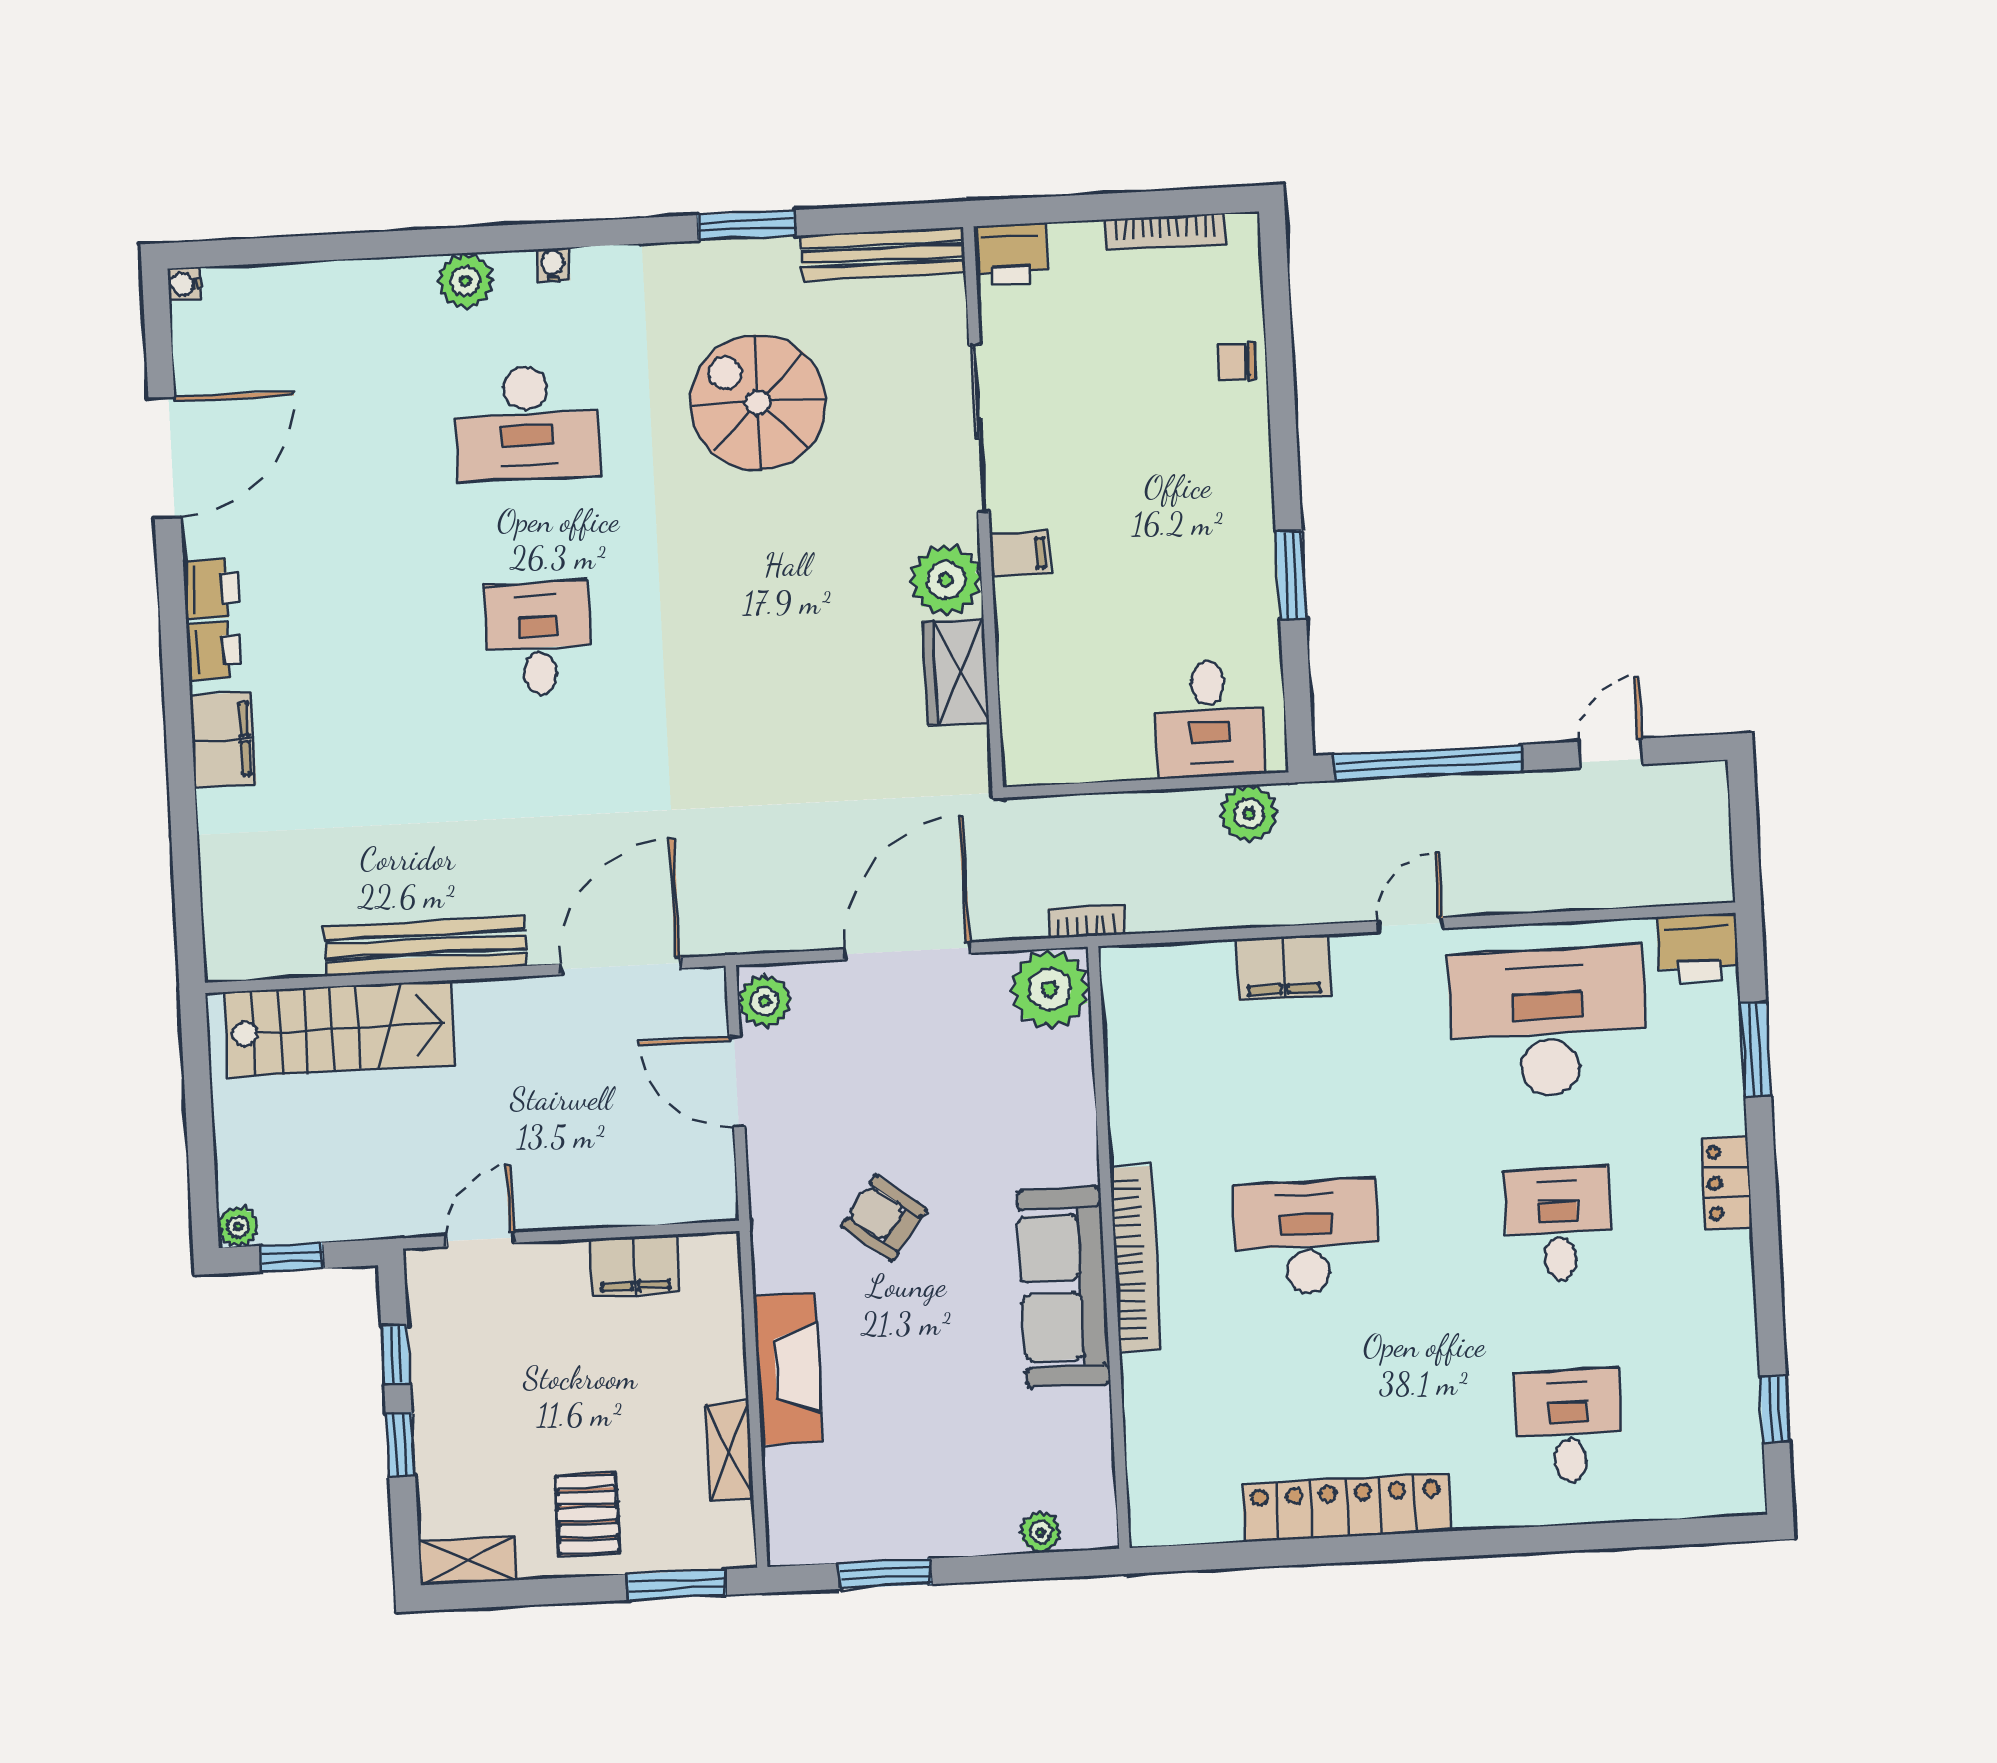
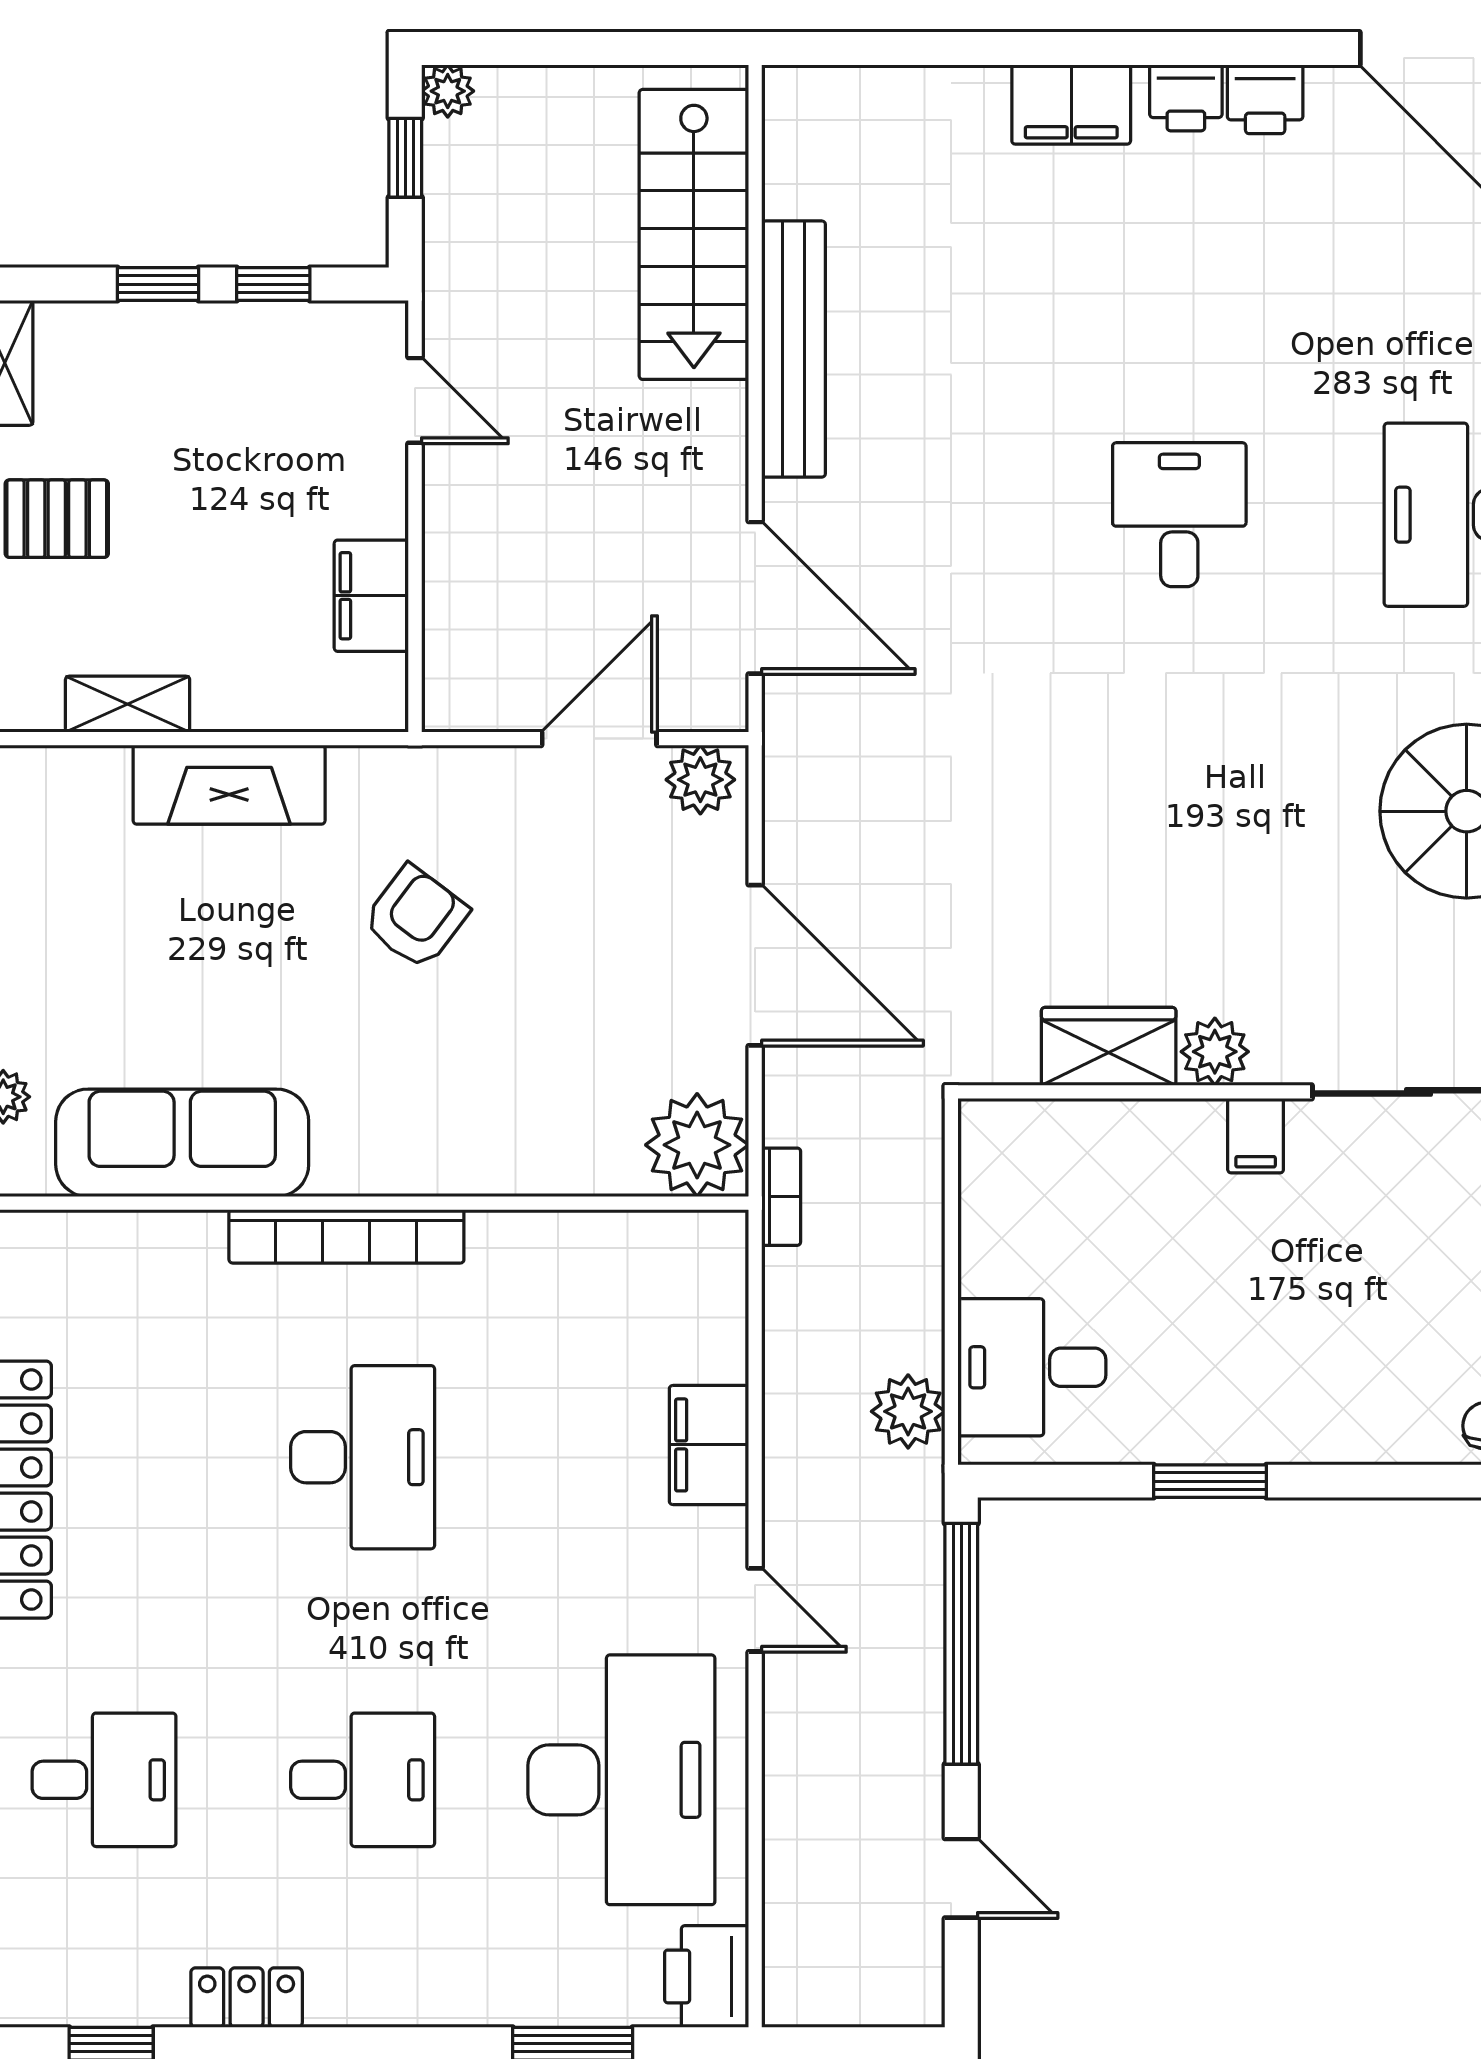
plant: (946, 580) -> (1215, 1052), width x0.73, depth x0.73
desk: (538, 639) -> (1179, 515), turned -90
locker: (1727, 1182) -> (247, 1998), moved
sofa: (1064, 1287) -> (182, 1143), moved

